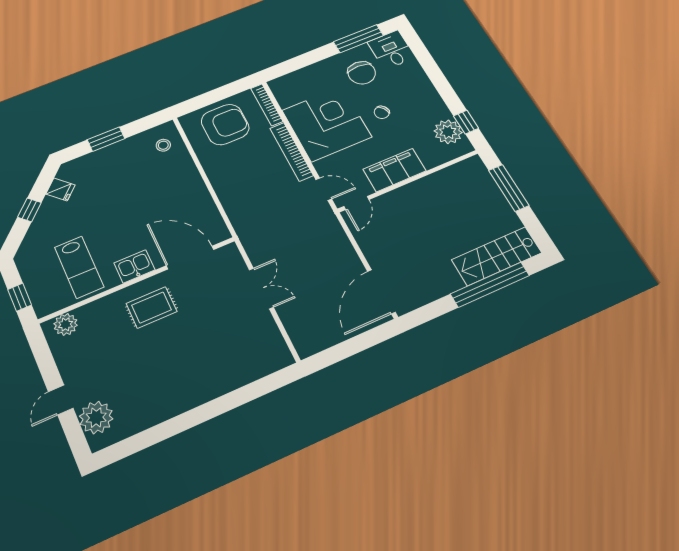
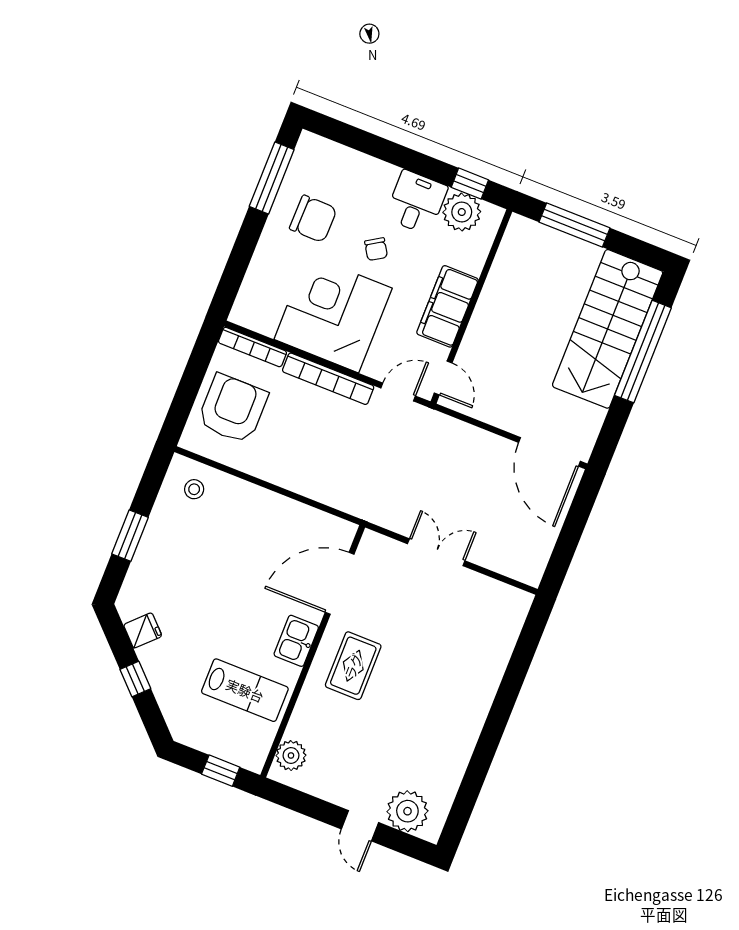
desk: (391, 50) -> (416, 202), moved, turned 90
stairs: (497, 256) -> (608, 329), width x1.36, depth x1.51

